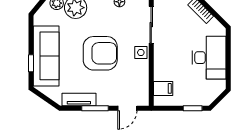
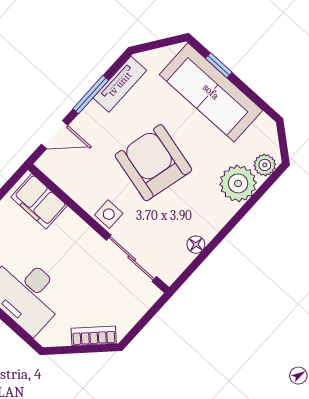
armchair: (100, 53) -> (153, 163), turned 104
filing cabinet: (163, 88) -> (39, 201), width x2.00
door: (127, 108) -> (54, 135), swing flipped

